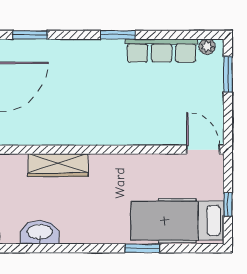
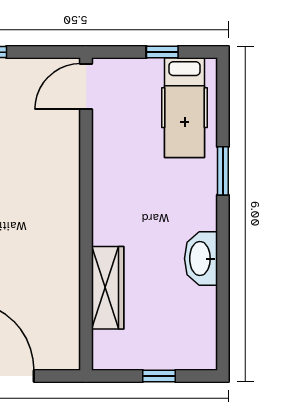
hospital bed: (177, 221) -> (185, 108), width x0.73, depth x0.78
washbasin: (40, 232) -> (201, 259), moved

